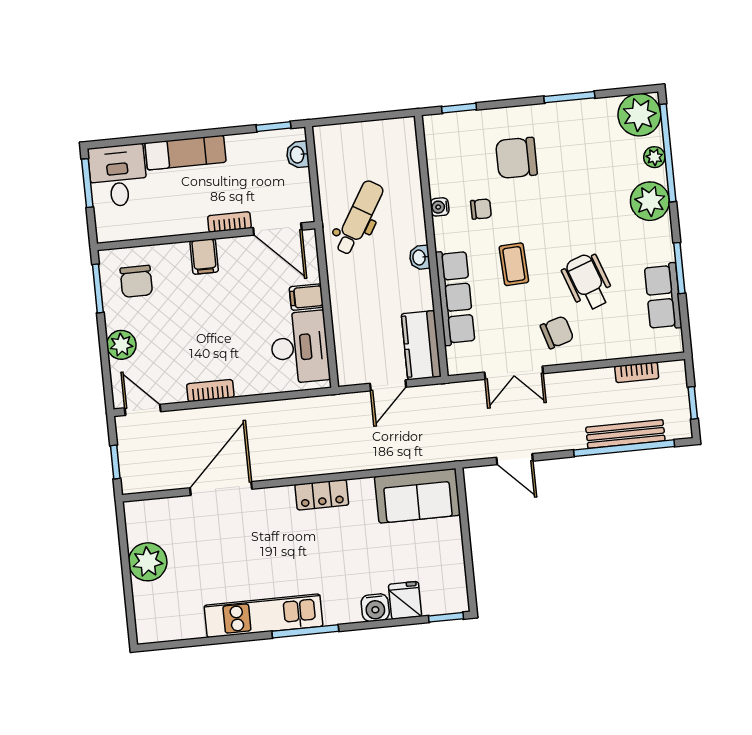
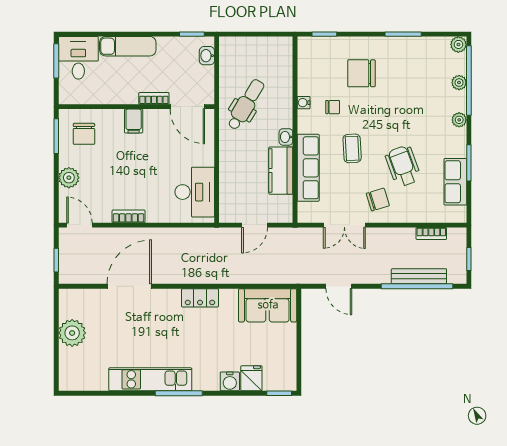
plant: (639, 115) -> (458, 44), width x0.53, depth x0.53
plant: (650, 201) -> (459, 120), width x0.53, depth x0.53
filing cabinet: (306, 297) -> (203, 157), removed
kitchen counter: (421, 345) -> (281, 171), moved

